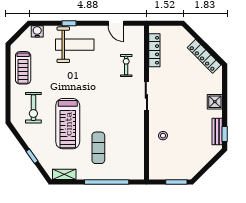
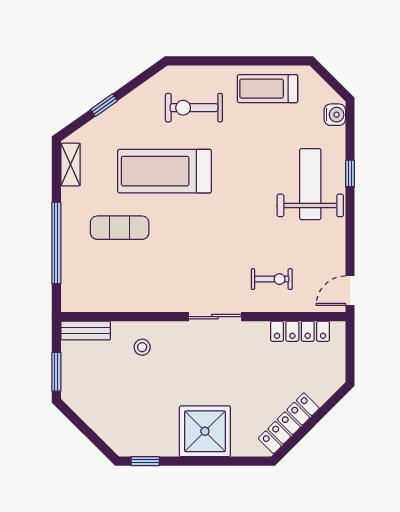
door: (116, 23) -> (350, 291), moved
weight bench: (75, 45) -> (310, 184), turned 180
shower: (215, 102) -> (205, 431), width x1.86, depth x1.86
bench: (217, 132) -> (86, 330), moved

